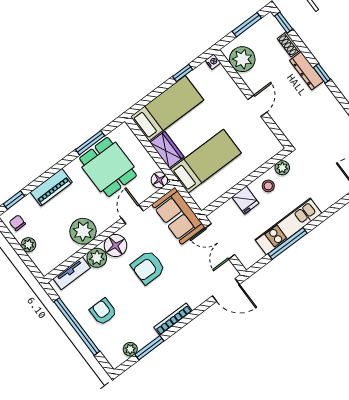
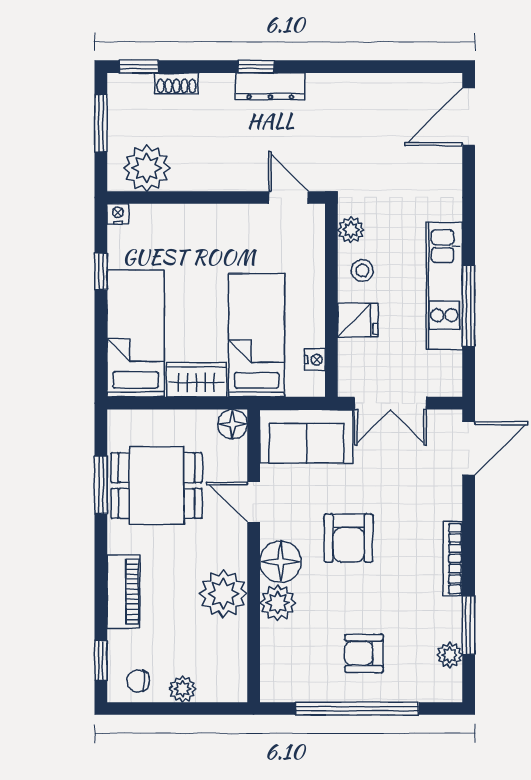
dresser: (306, 71) -> (270, 86), moved
door: (257, 106) -> (288, 197), moved
nightstand: (214, 194) -> (315, 360), added
tv unit: (72, 273) -> (273, 657), removed

